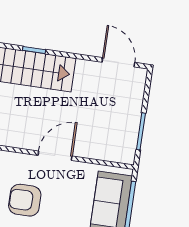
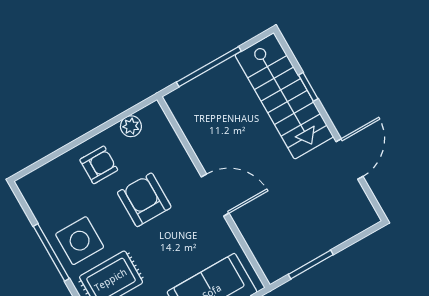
door: (118, 62) -> (350, 159), moved

